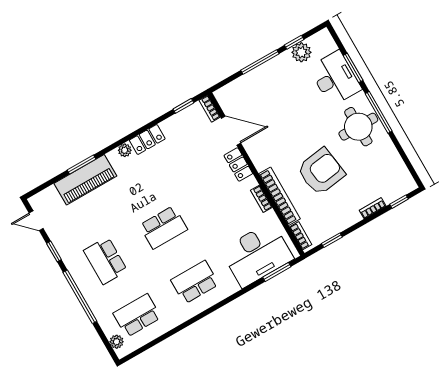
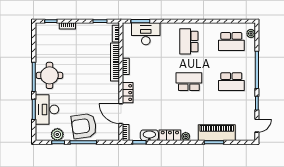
washbasin: (175, 123) -> (149, 135), added
armchair: (321, 172) -> (84, 126), moved
door: (36, 221) -> (257, 126), hinge flipped
desk: (257, 254) -> (146, 34), width x0.73, depth x0.77
school desk: (105, 261) -> (231, 82), turned 90
school desk: (195, 282) -> (189, 41), turned 90

